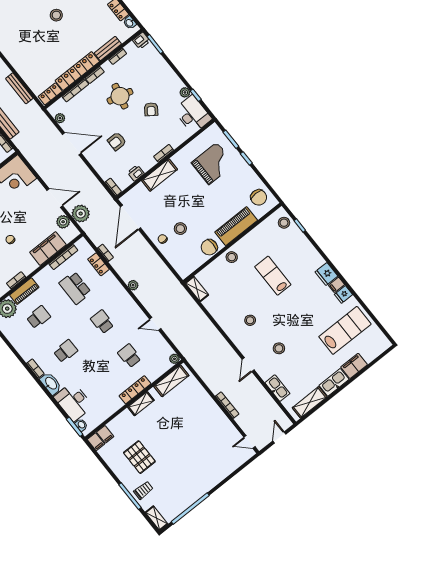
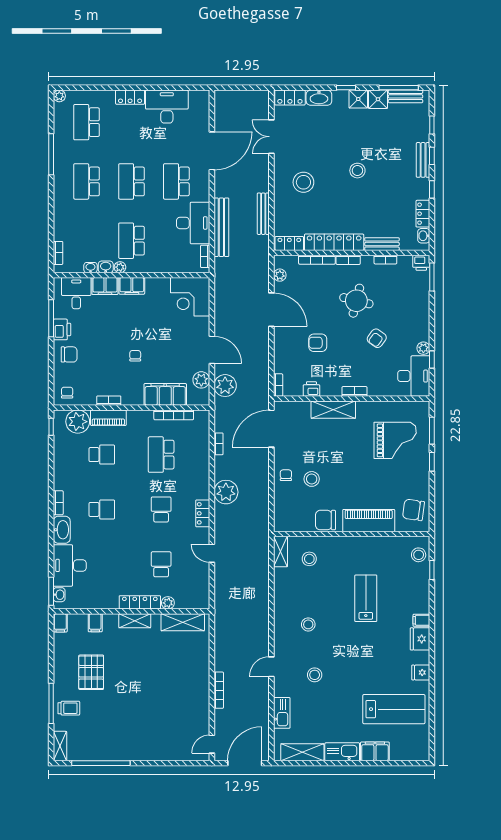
stool: (29, 49) -> (303, 182), added
chair: (259, 197) -> (413, 510), turned 98
stool: (232, 257) -> (309, 559), moved
locker: (98, 264) -> (203, 513), moved
plant: (133, 285) -> (226, 492), width x1.88, depth x1.88
filing cabinet: (337, 285) -> (421, 620), moved
plant: (174, 359) -> (168, 603), moved
filing cabinet: (105, 434) -> (95, 623), moved
door: (279, 437) -> (245, 763), width x1.87
door: (250, 442) -> (212, 744), hinge flipped

